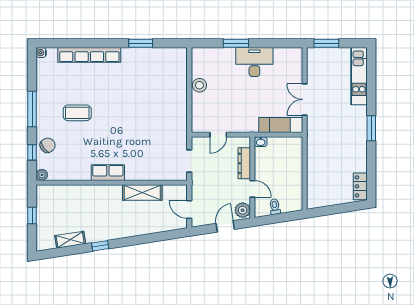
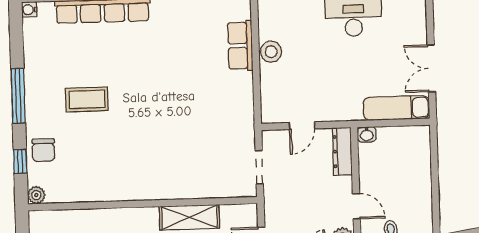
chair: (48, 145) -> (43, 150), turned 126
dresser: (244, 163) -> (342, 151), moved
row of seats: (108, 173) -> (240, 46), moved, turned -90

